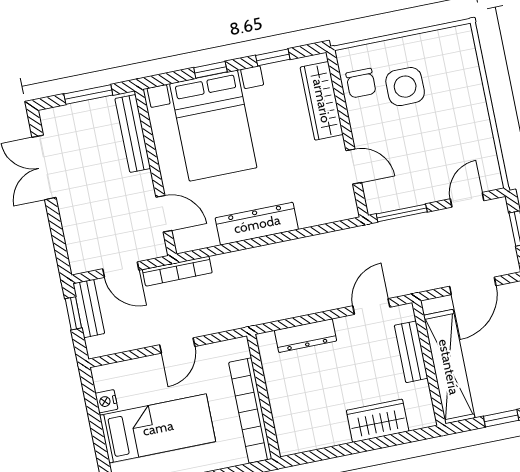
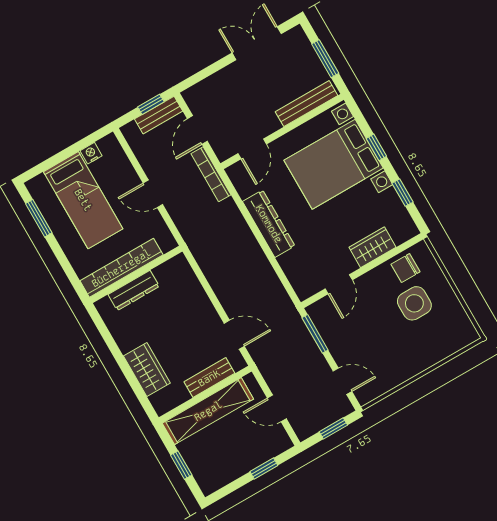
wardrobe: (322, 101) -> (373, 247), width x0.67
door: (473, 286) -> (277, 408), width x0.73
dresser: (306, 336) -> (134, 290), moved, turned -90

